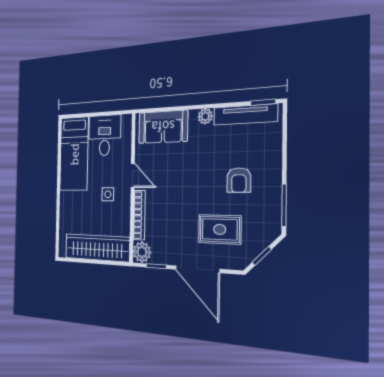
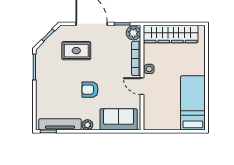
desk: (105, 135) -> (166, 115), removed
armchair: (239, 180) -> (90, 90), moved, turned -90
side table: (108, 194) -> (149, 69), moved

